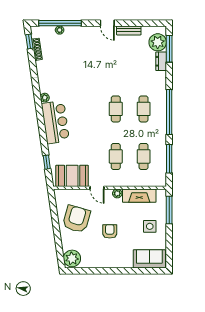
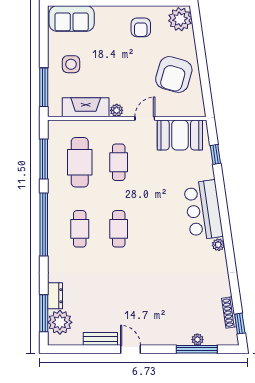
window: (60, 23) -> (197, 349), width x0.68
cafe table: (144, 156) -> (80, 162), width x1.37, depth x1.35
door: (97, 188) -> (145, 118), hinge flipped
armchair: (110, 231) -> (141, 27), moved

